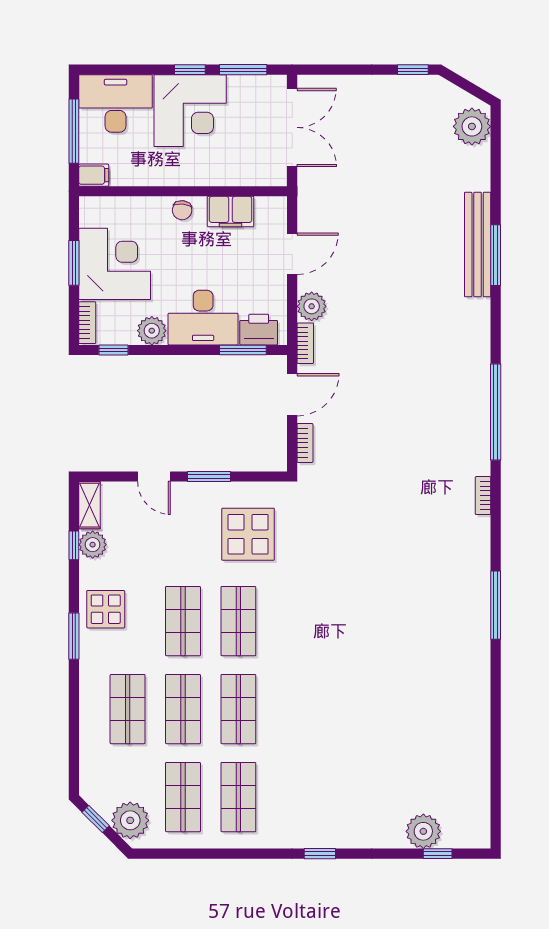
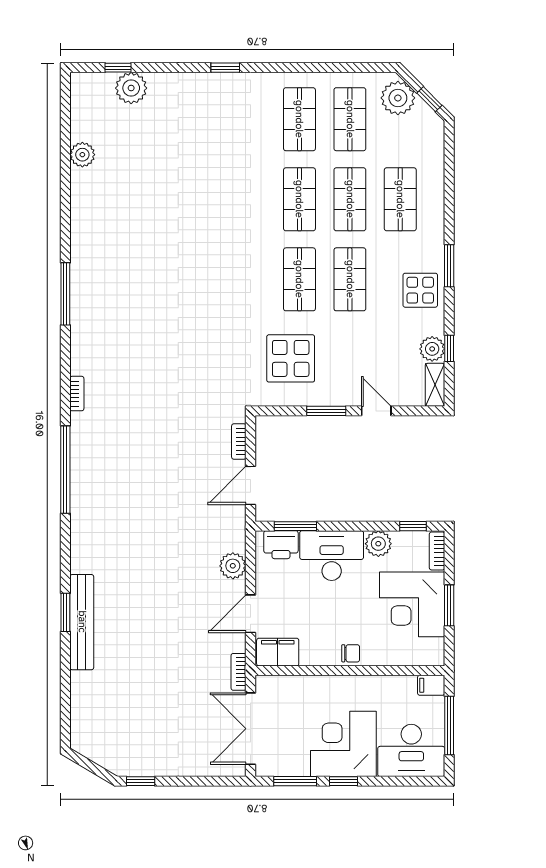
plant: (472, 126) -> (82, 155), moved, width x0.73, depth x0.73
chair: (182, 210) -> (351, 653), turned 84
filing cabinet: (231, 212) -> (278, 652), moved
window: (496, 255) -> (65, 612), width x0.69
bookcase: (305, 343) -> (239, 672), moved

